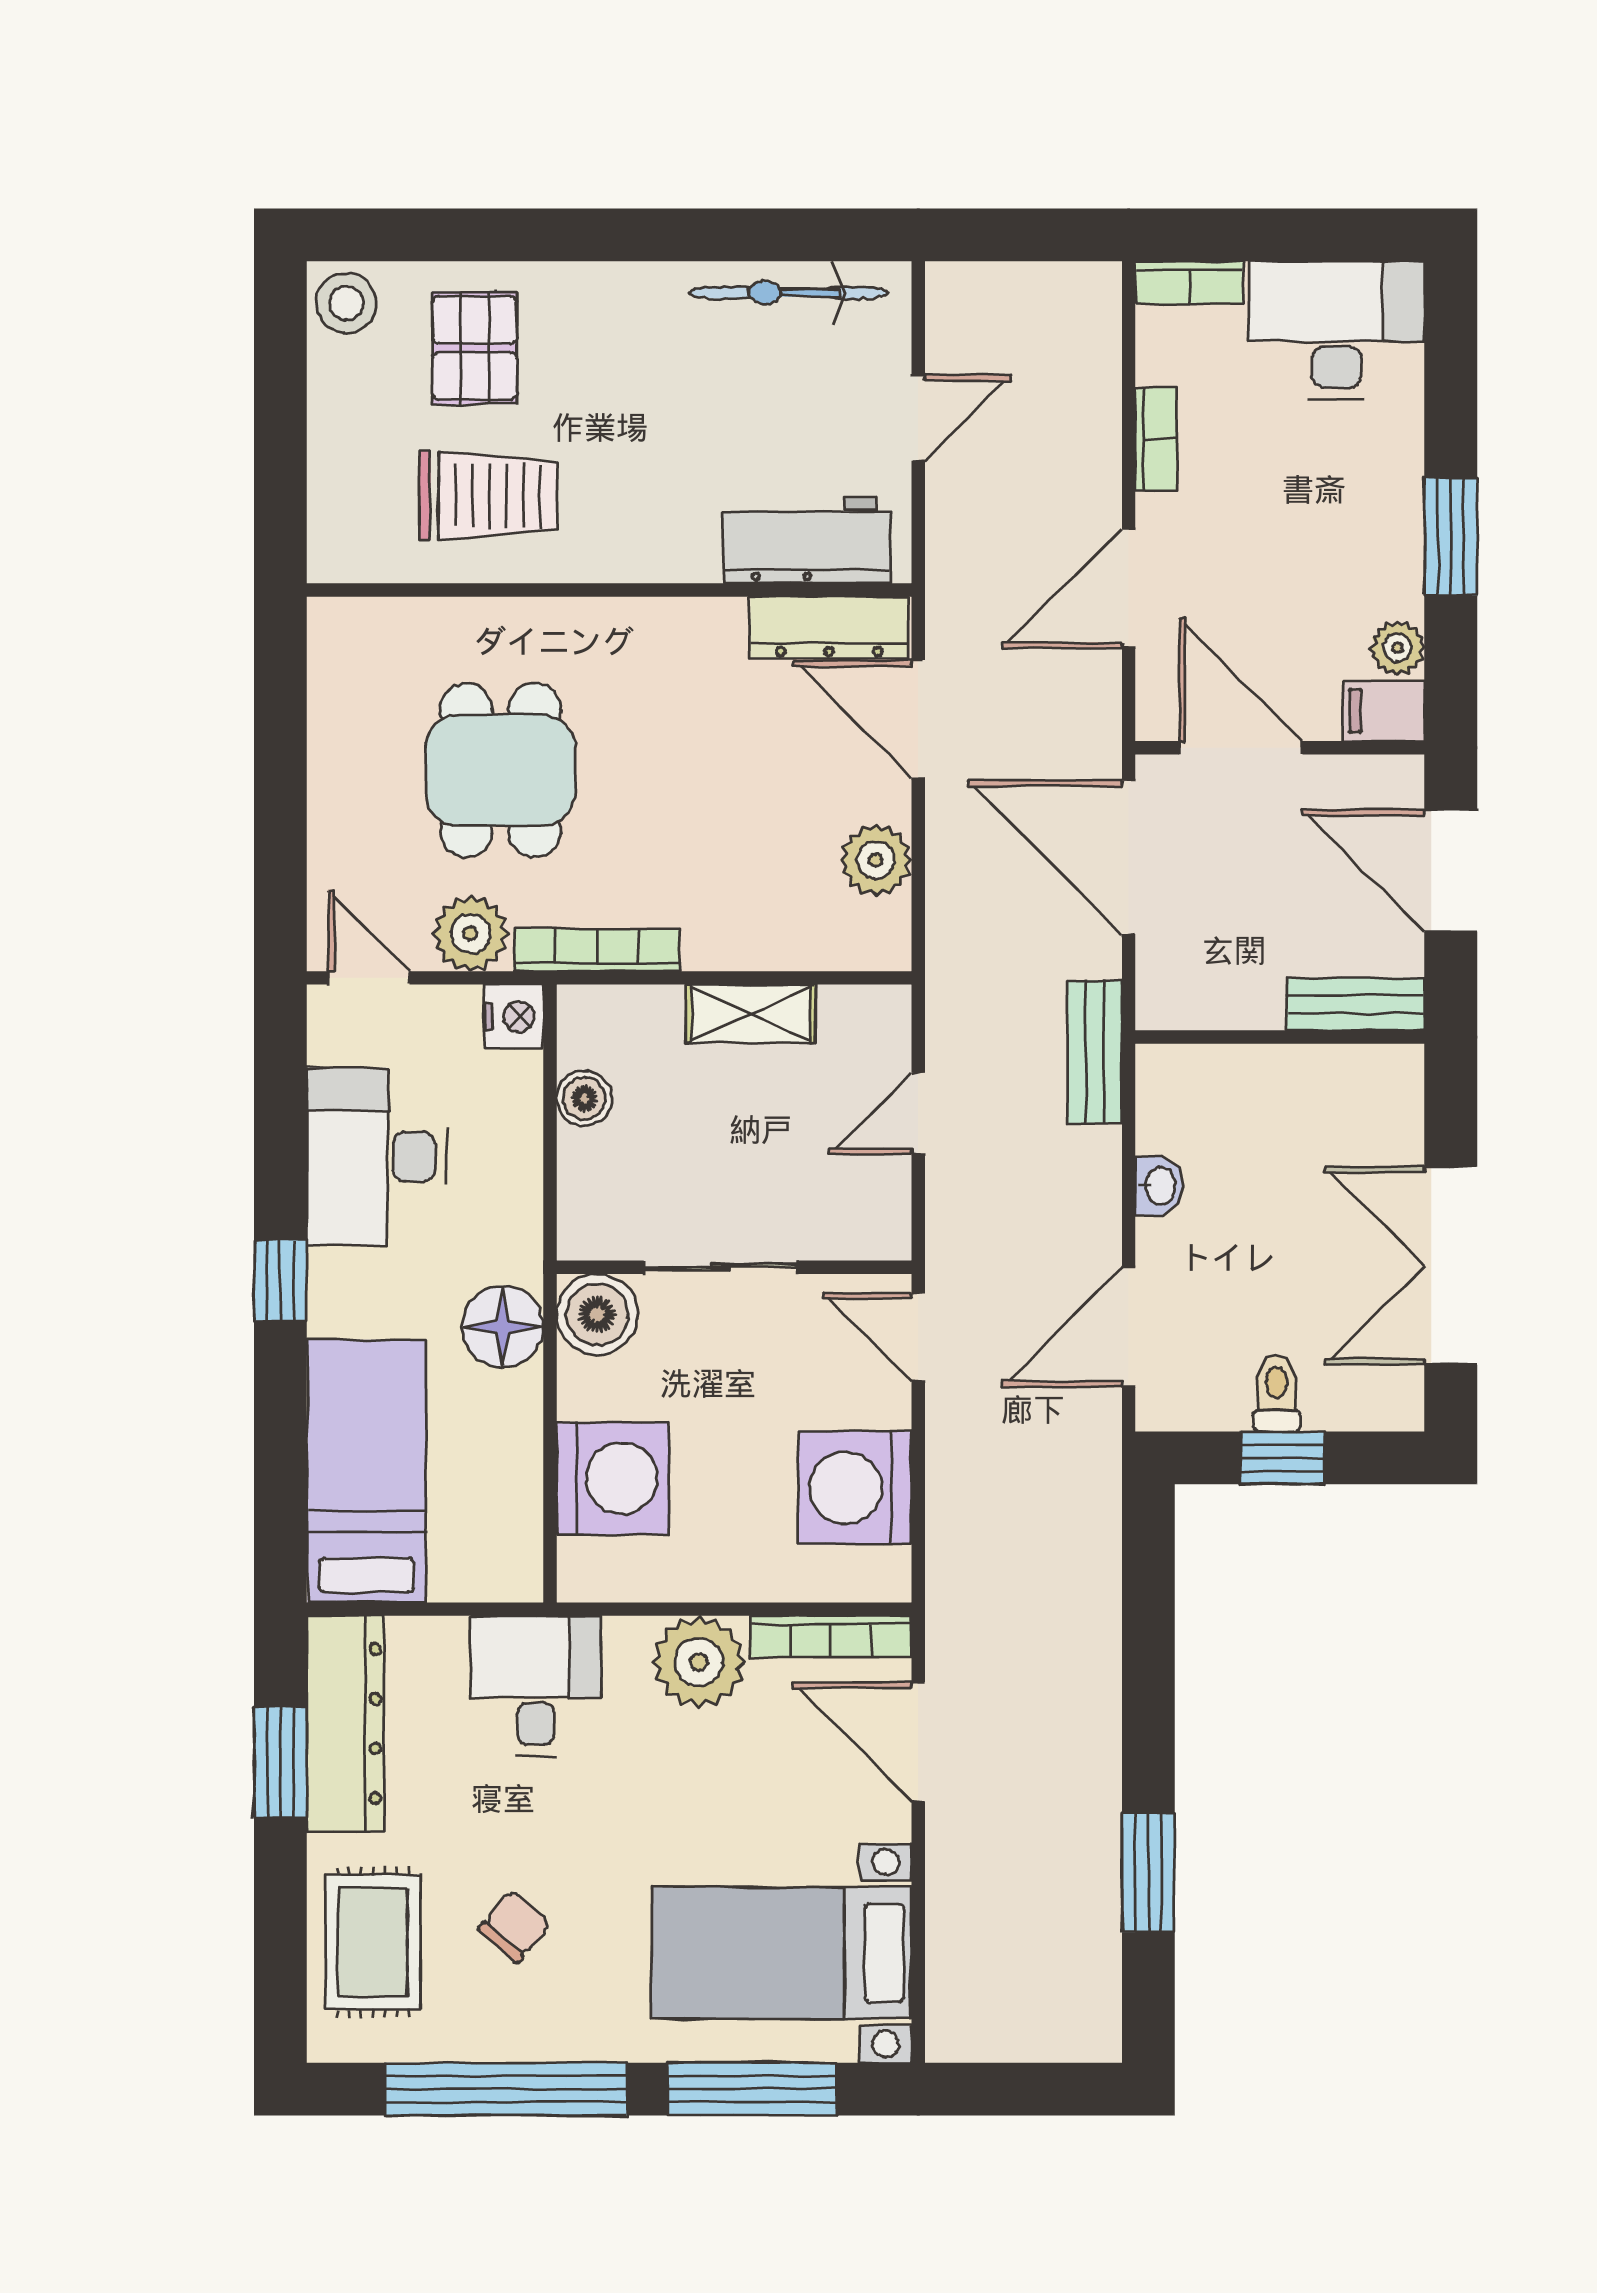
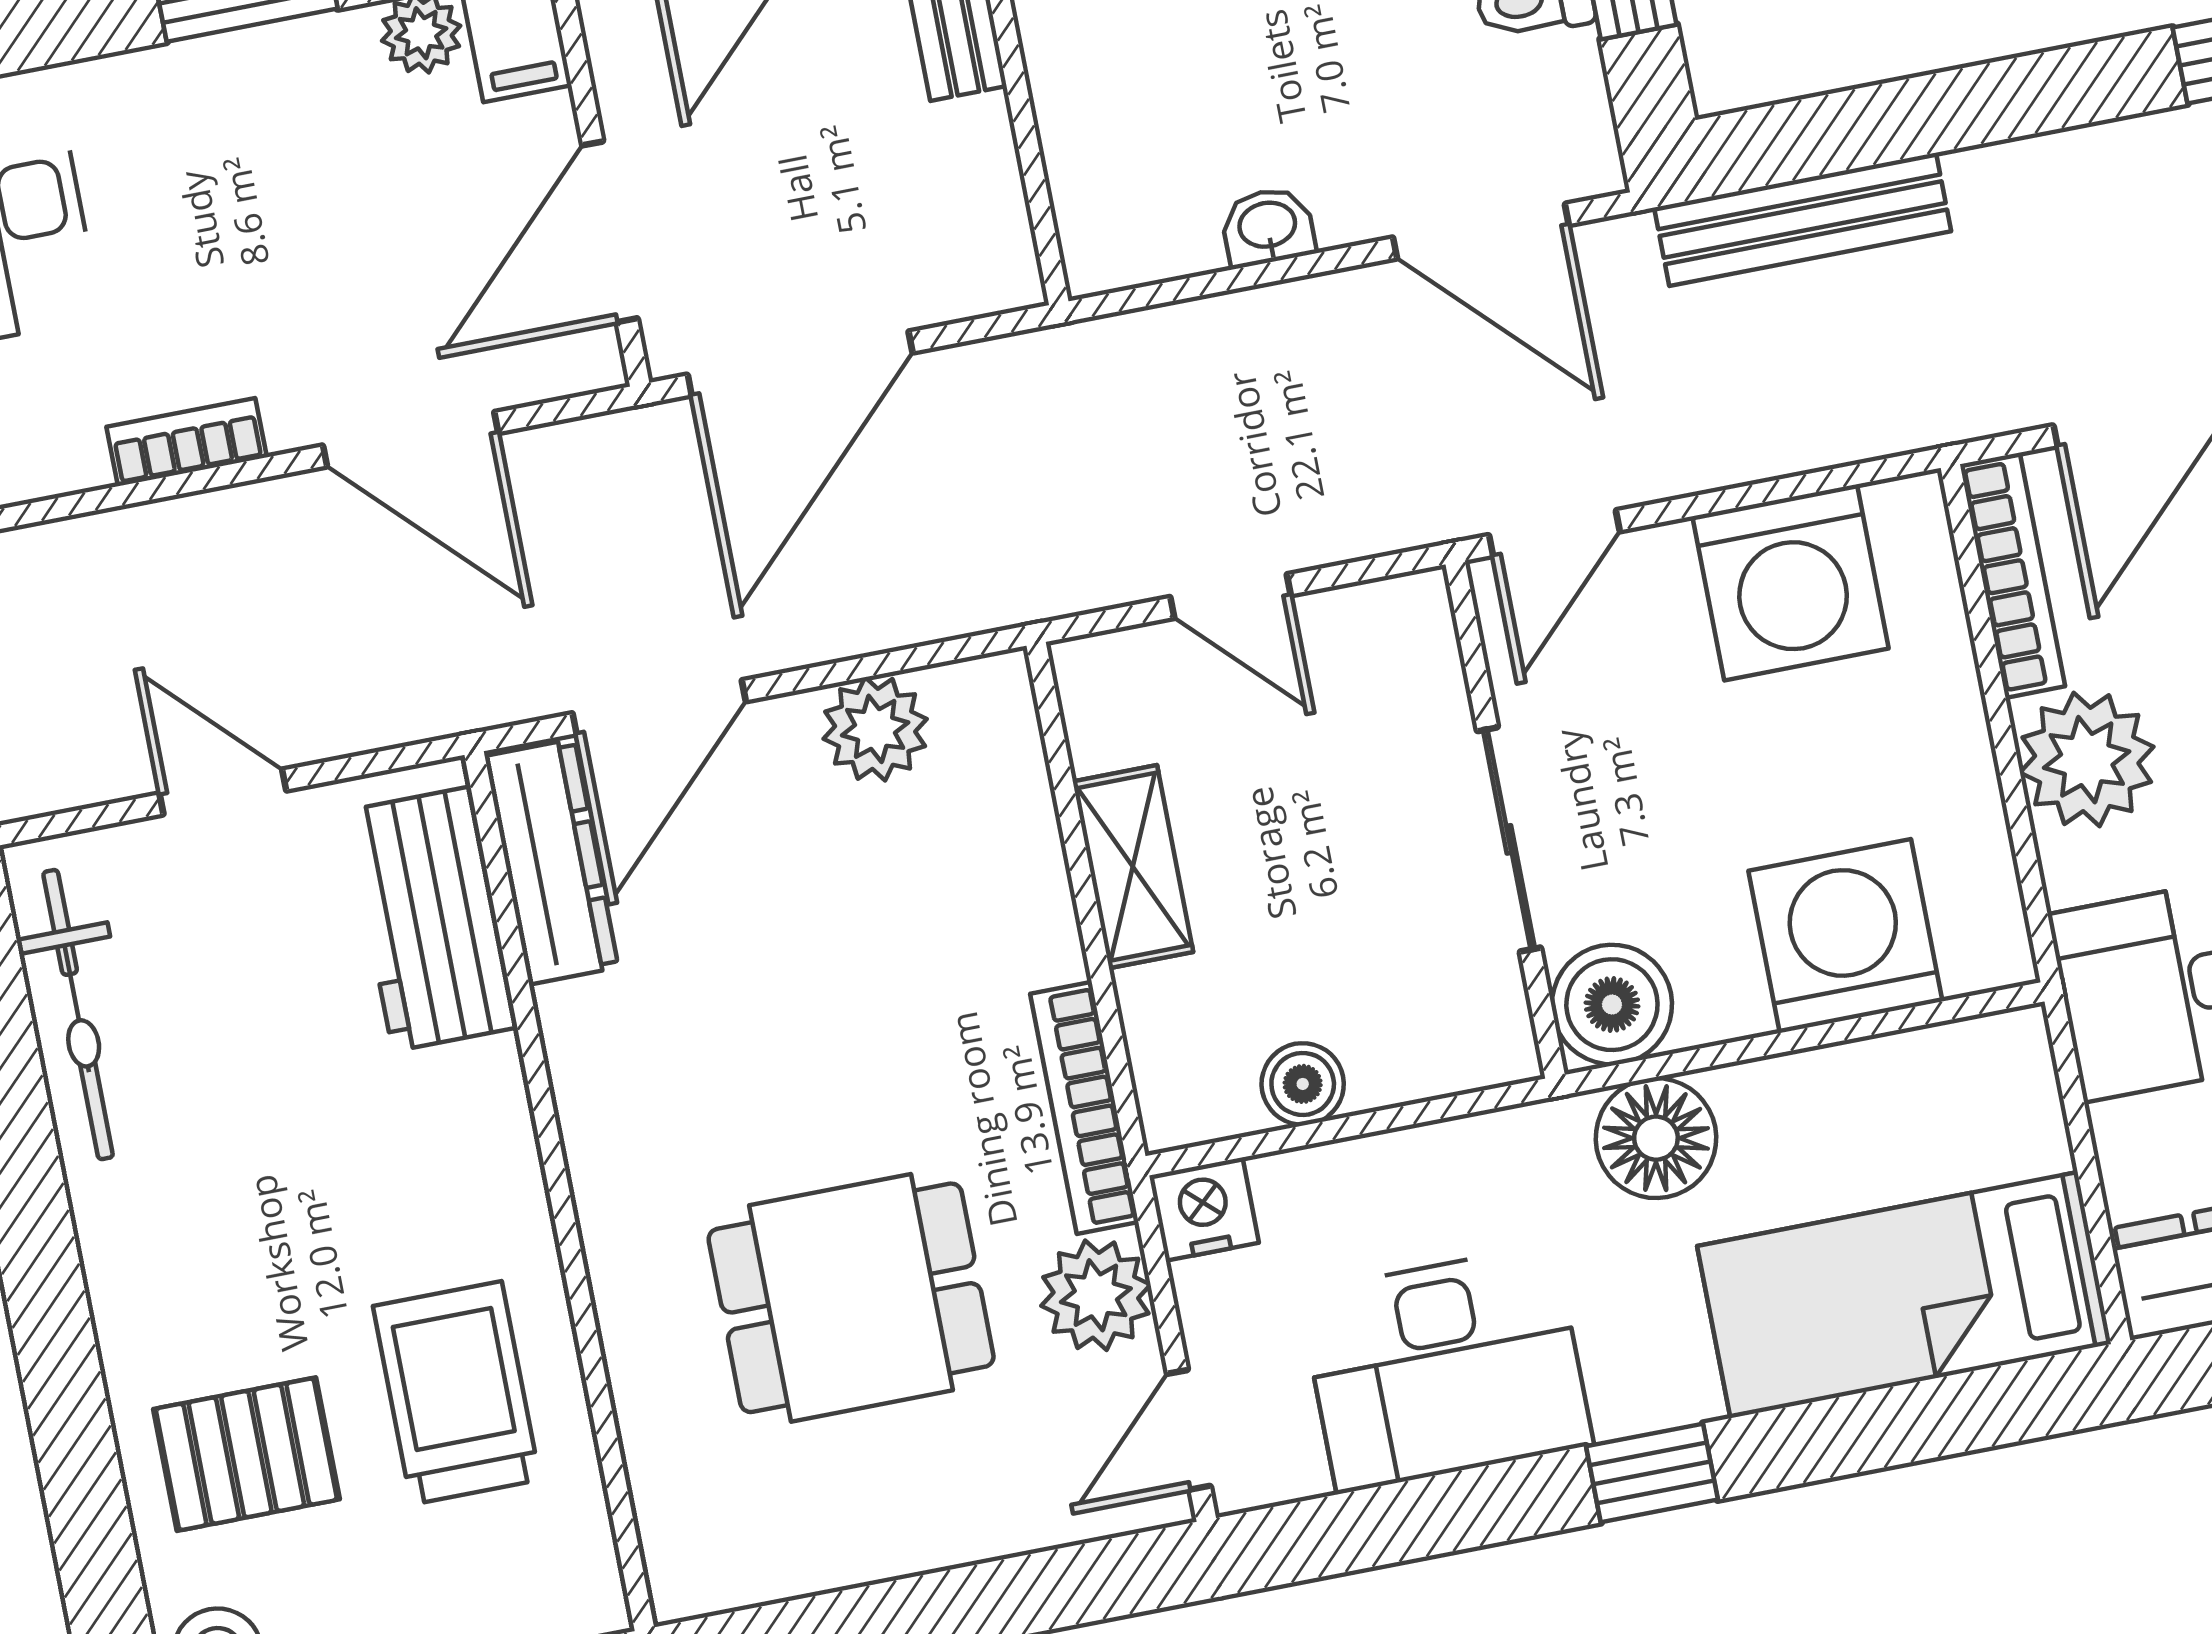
bench: (1095, 1052) -> (1803, 219), moved, width x1.36

